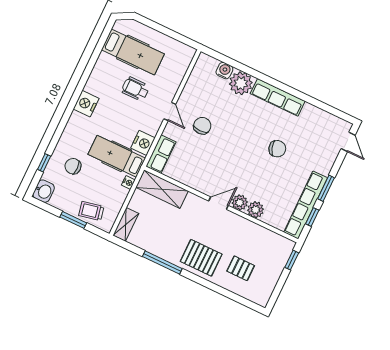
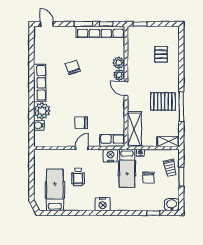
door: (348, 142) -> (47, 24), hinge flipped
chair: (73, 166) -> (148, 178), moved
pallet: (201, 258) -> (163, 102), moved, turned 90

